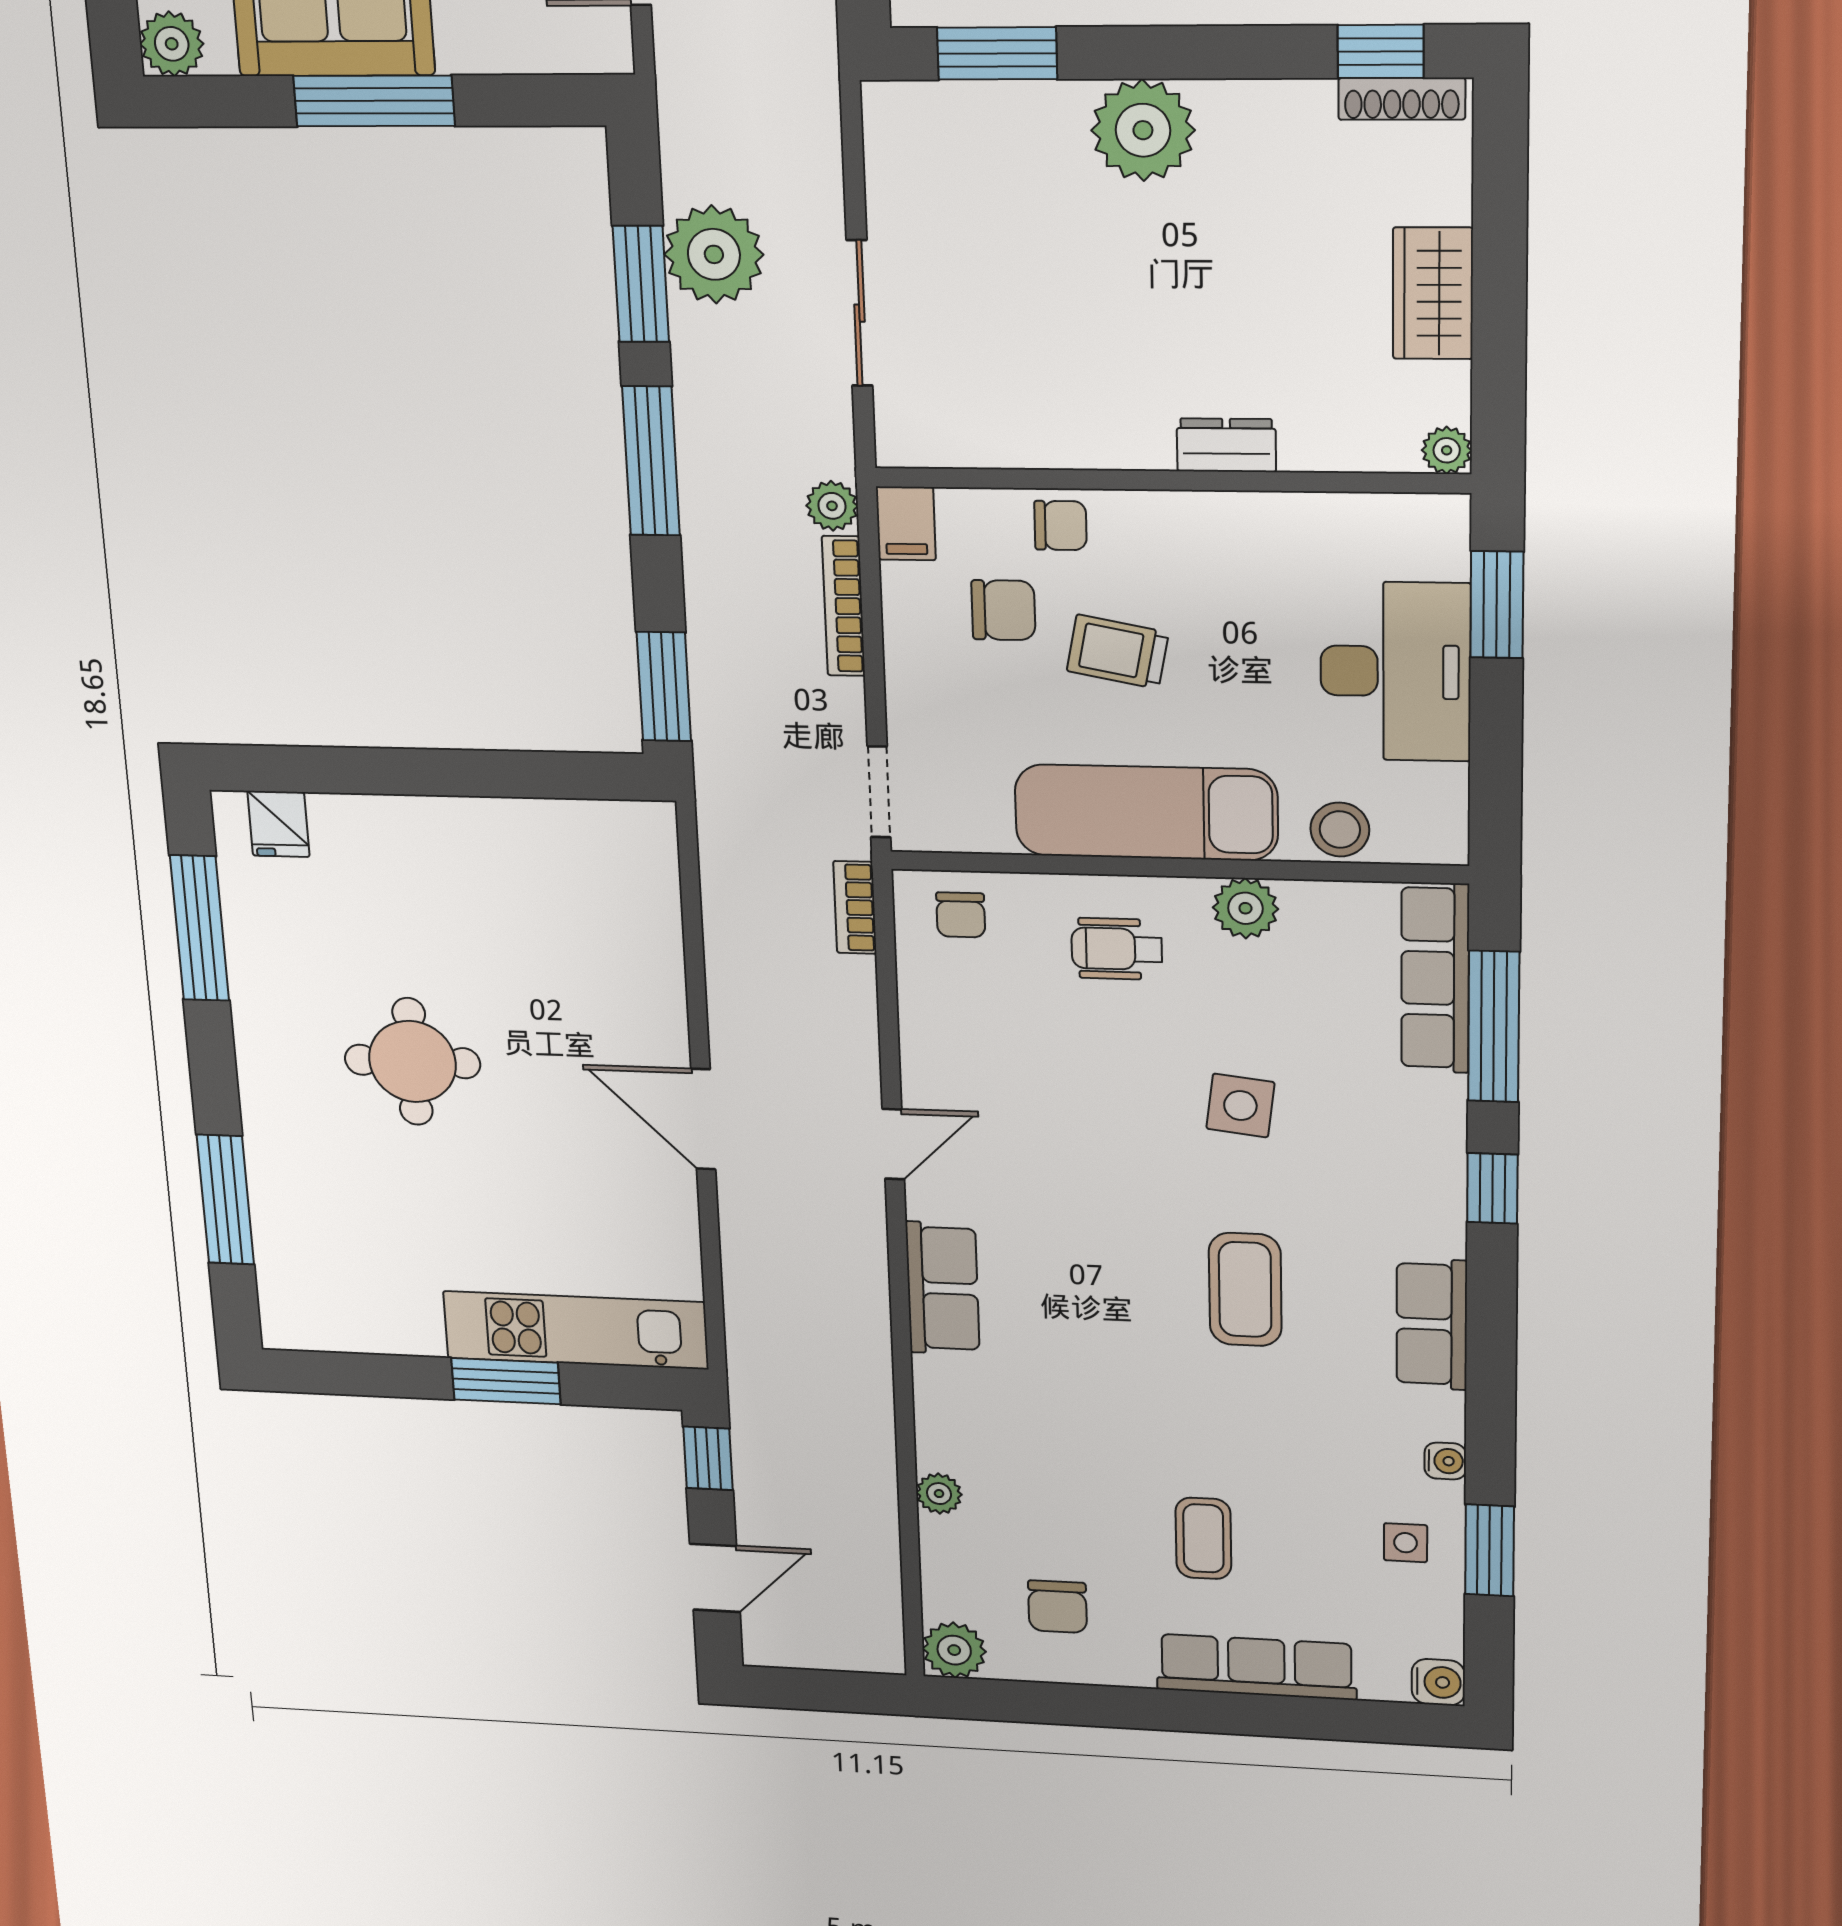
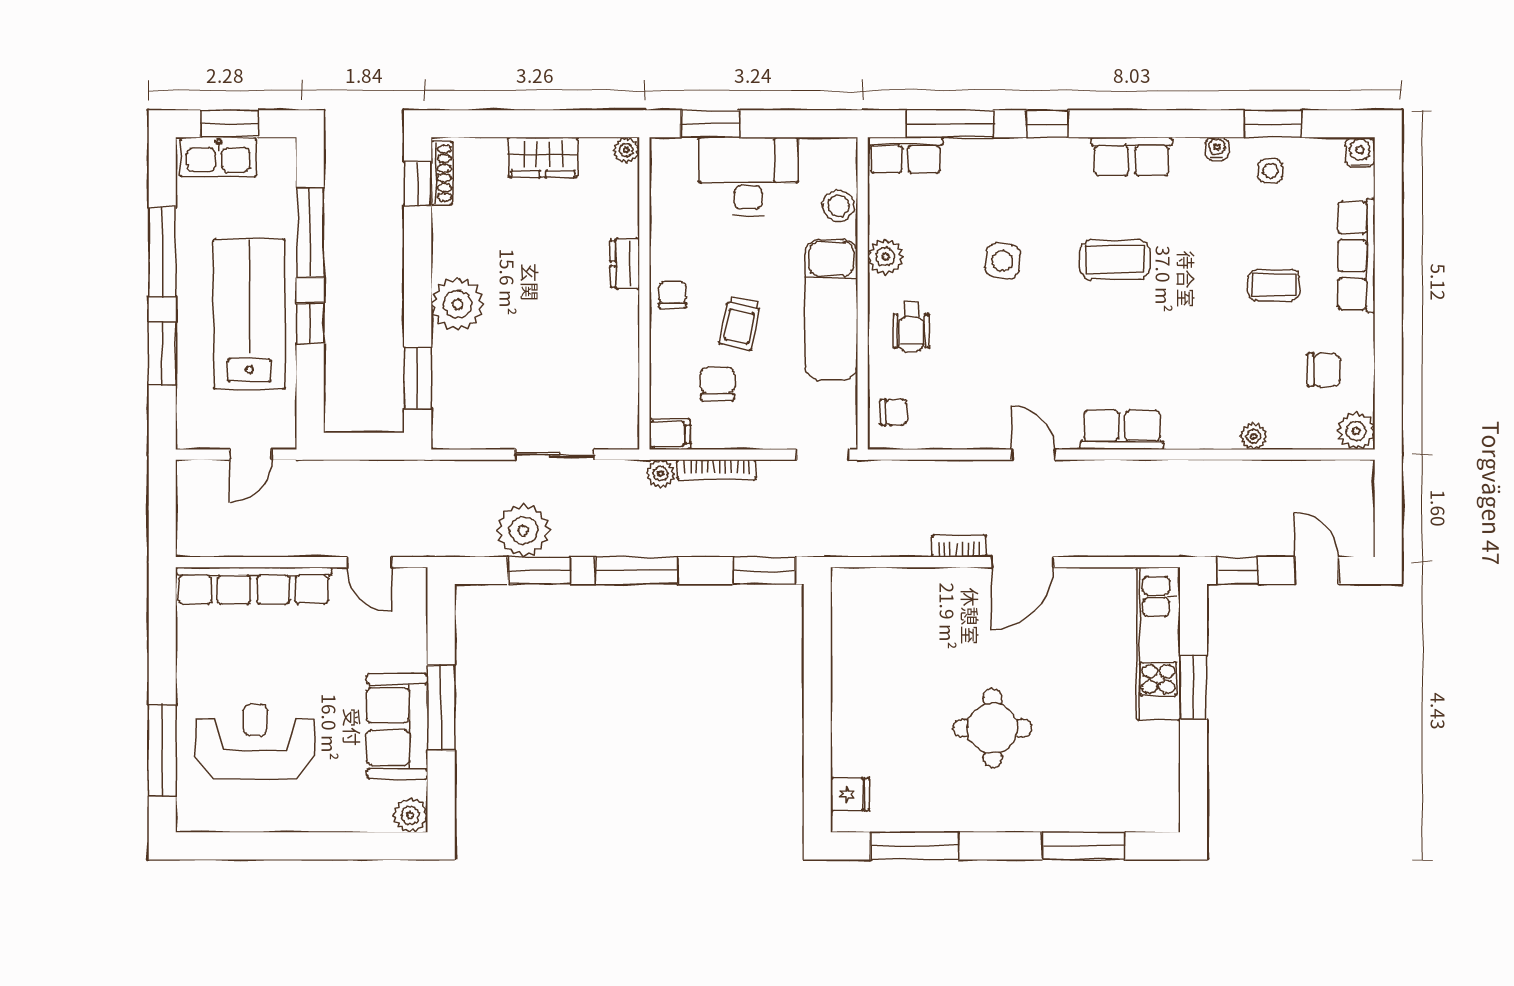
chair: (1060, 525) -> (672, 295), moved
bookcase: (855, 907) -> (959, 546), moved, turned 180
row of seats: (1435, 978) -> (905, 155), width x0.68

